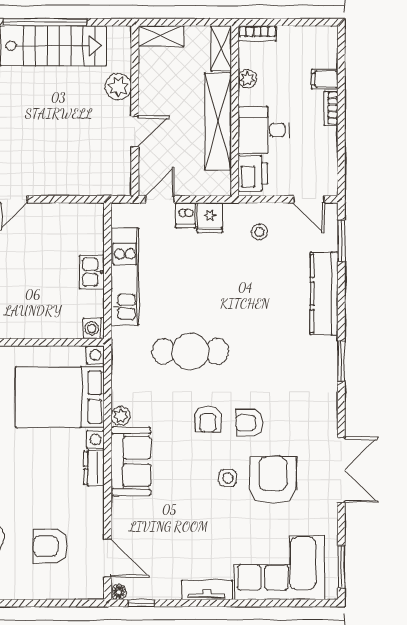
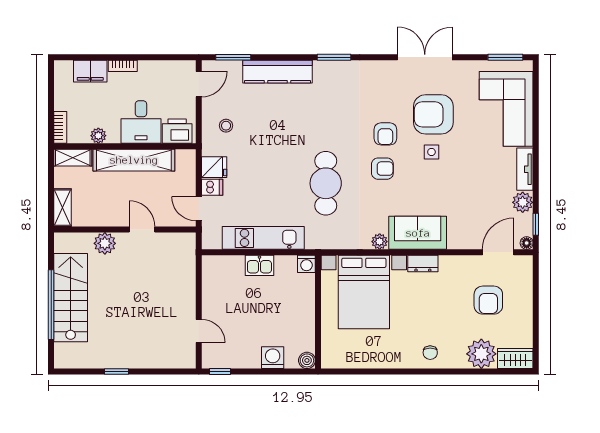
filing cabinet: (325, 79) -> (90, 71), width x2.00
plant: (168, 587) -> (523, 202), added

